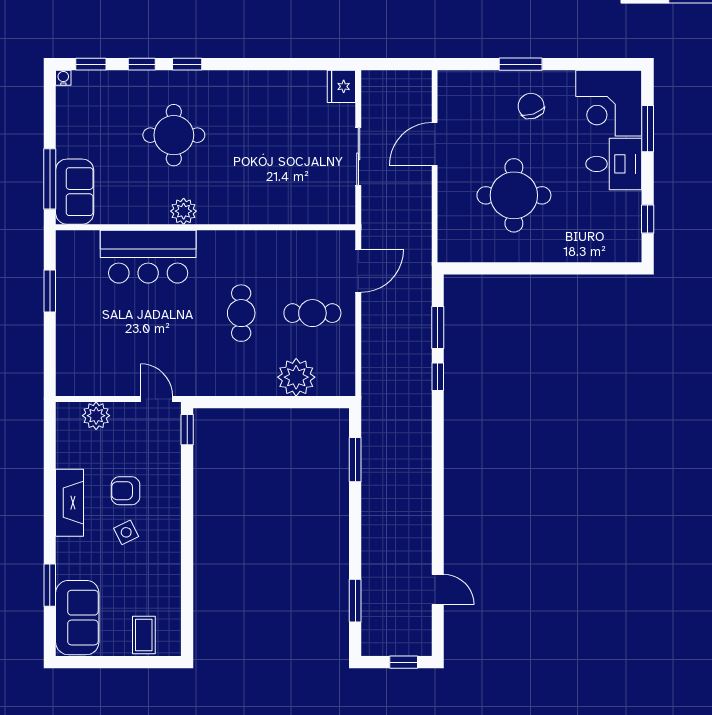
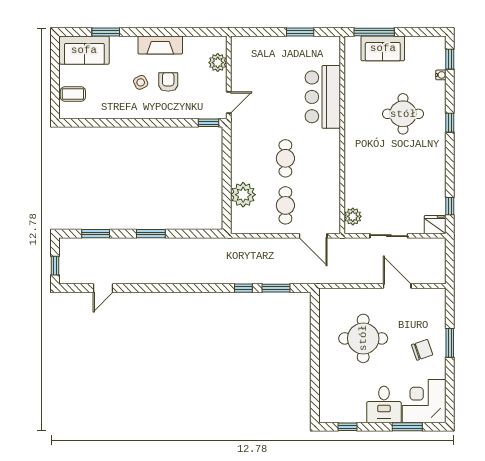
window: (142, 64) -> (450, 206), moved
water cooler: (63, 78) -> (441, 75), moved
sofa: (75, 192) -> (383, 48), moved
plant: (184, 211) -> (353, 216), moved
cafe table: (241, 313) -> (285, 158), turned 90
window: (355, 460) -> (151, 234), moved

